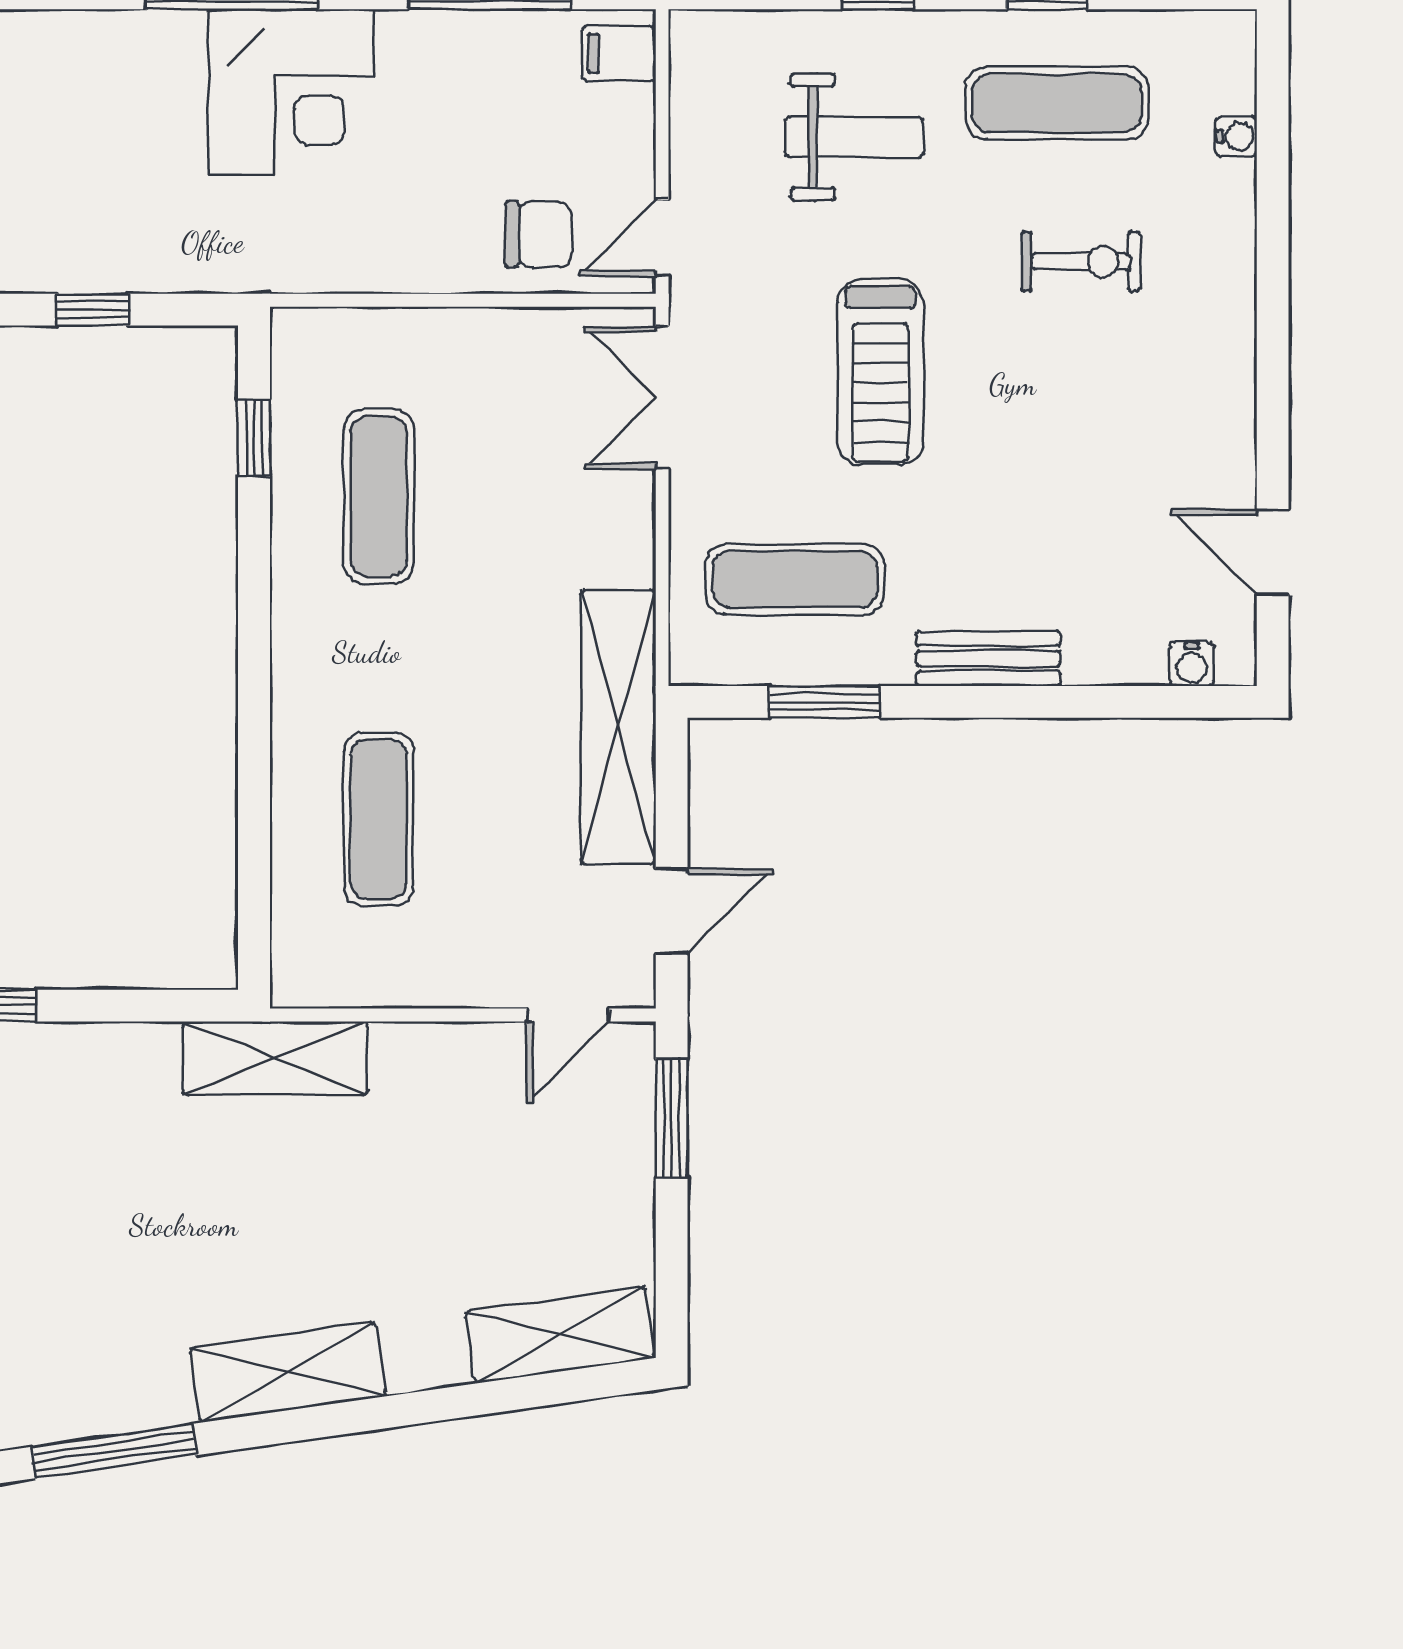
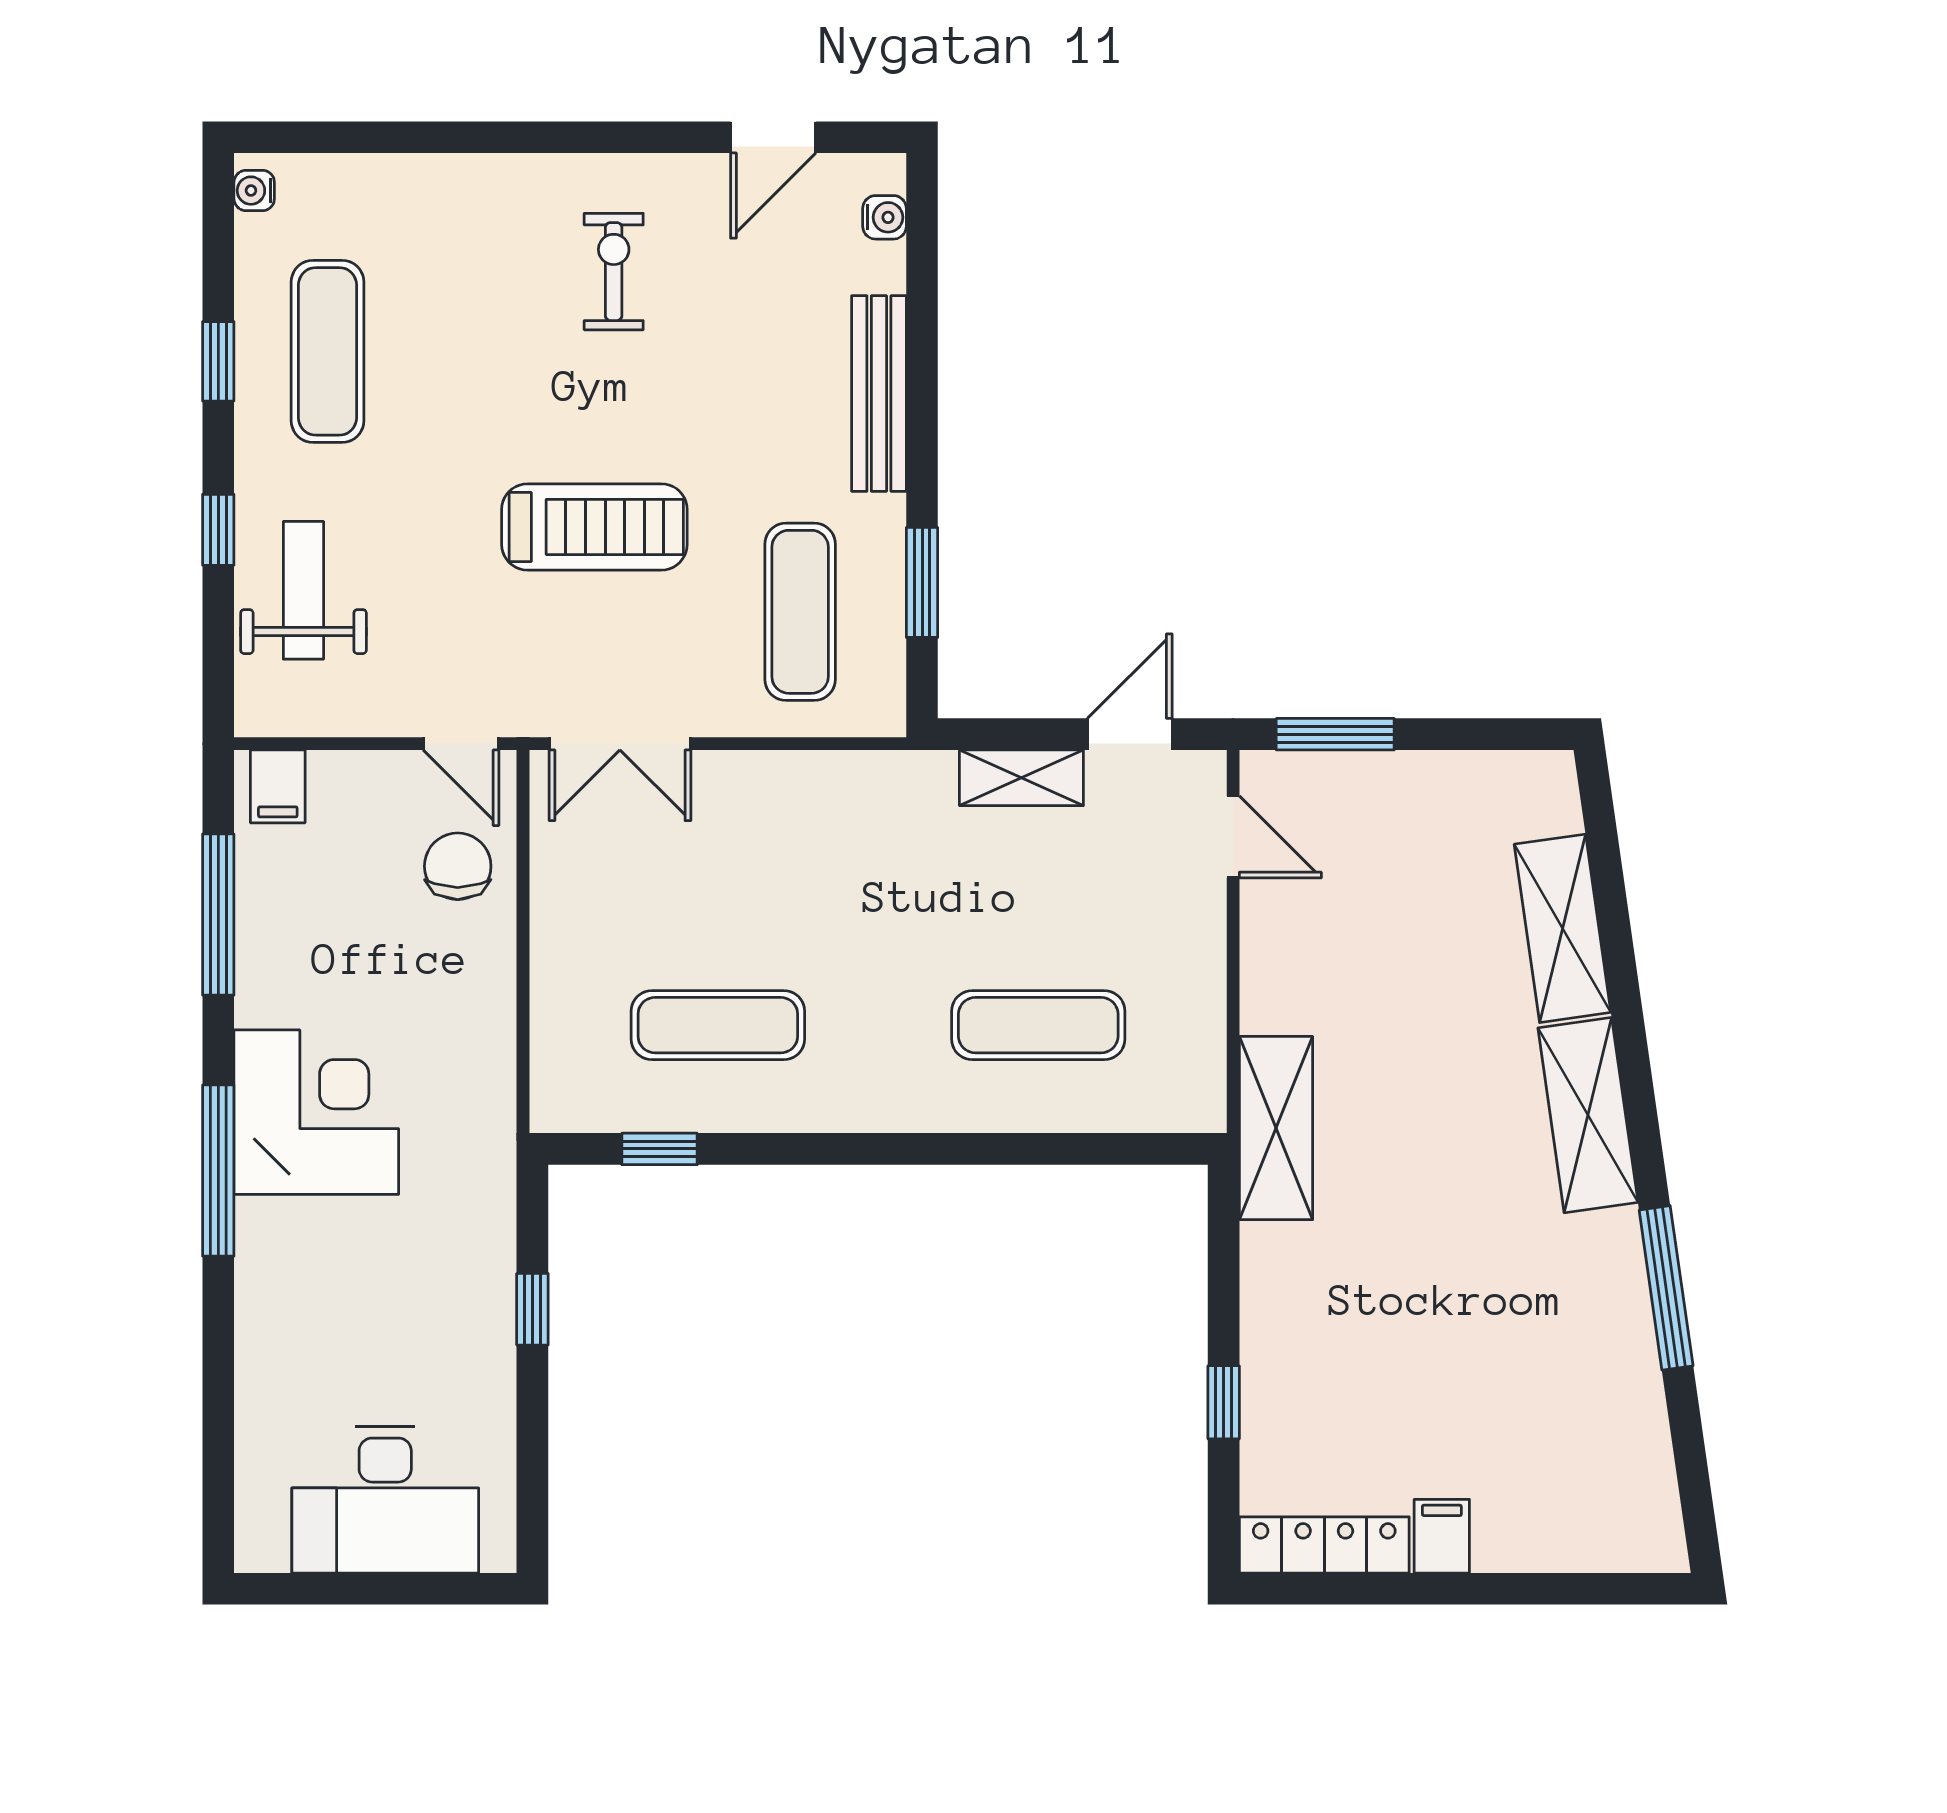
weight bench: (854, 137) -> (303, 590), moved
water cooler: (1236, 137) -> (254, 191), moved, turned -90
exercise bike: (1081, 261) -> (614, 272), moved
bench: (988, 659) -> (879, 394), width x1.36
shelving: (618, 727) -> (1021, 778), width x0.45, depth x0.75
door: (672, 911) -> (1130, 734), hinge flipped
shelving: (560, 1335) -> (1563, 928), moved

